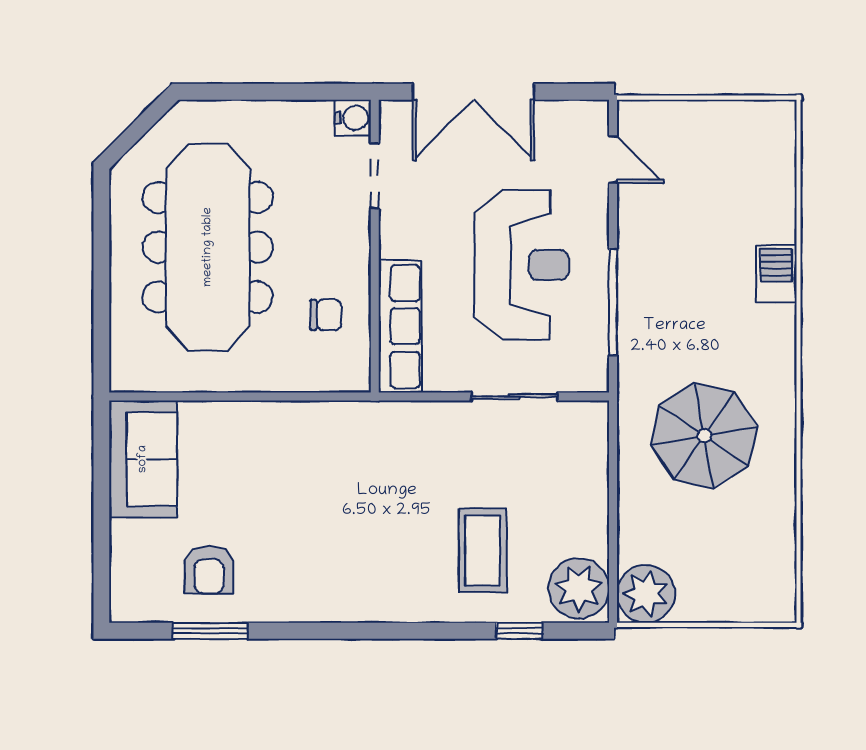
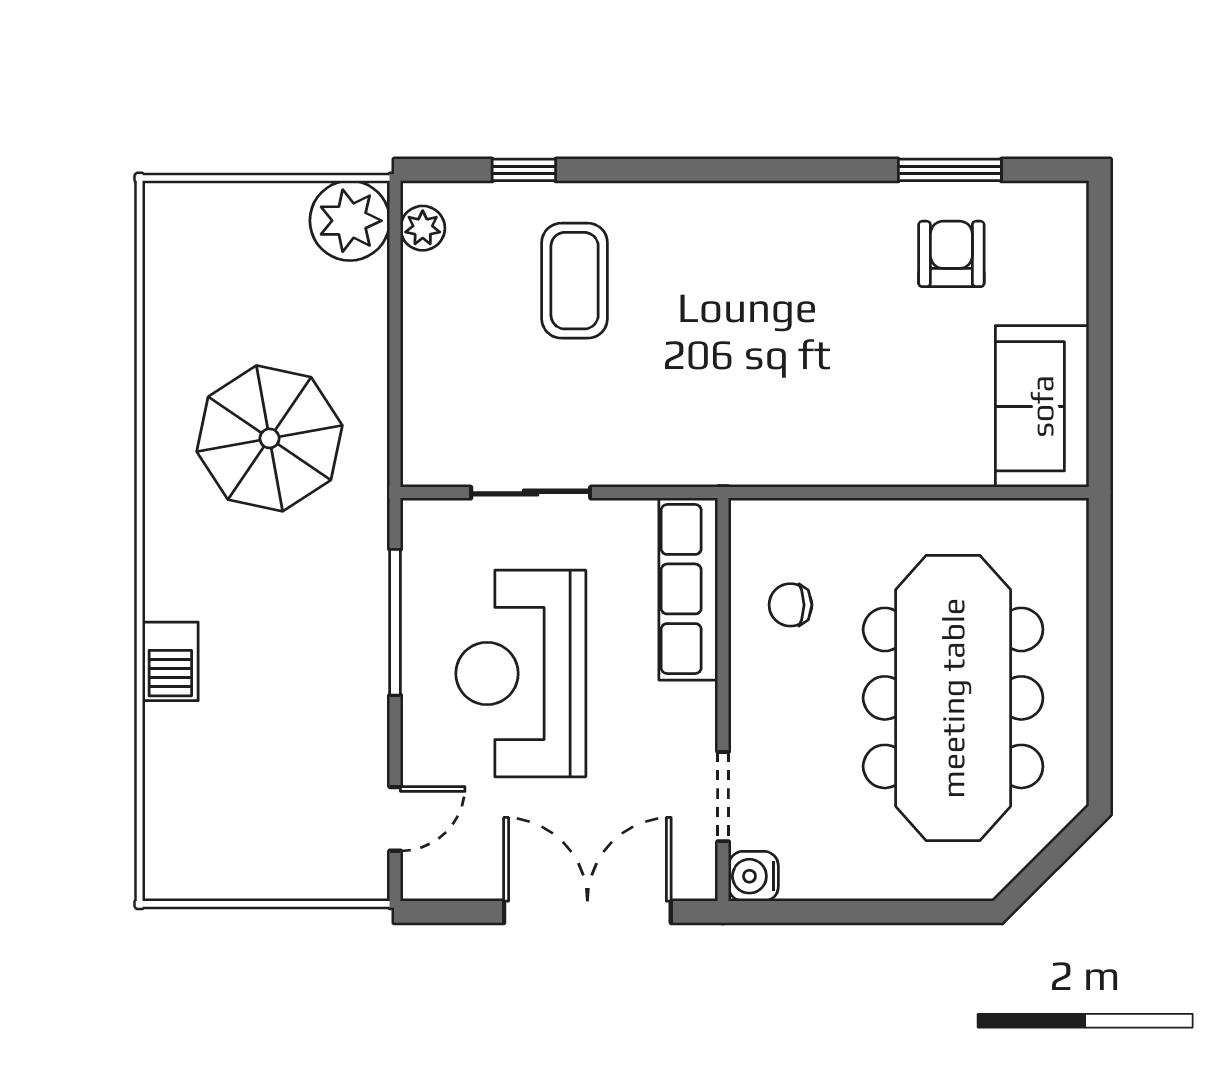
door: (613, 159) -> (395, 819), swing flipped
plant: (579, 588) -> (423, 228), width x0.53, depth x0.53

